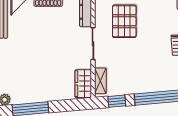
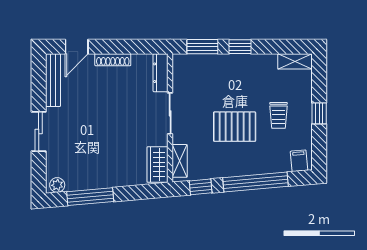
pallet: (124, 21) -> (235, 127), moved, turned 90

